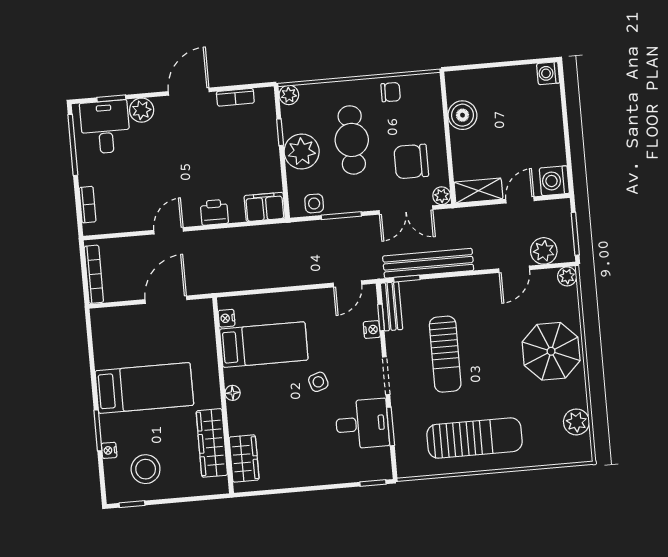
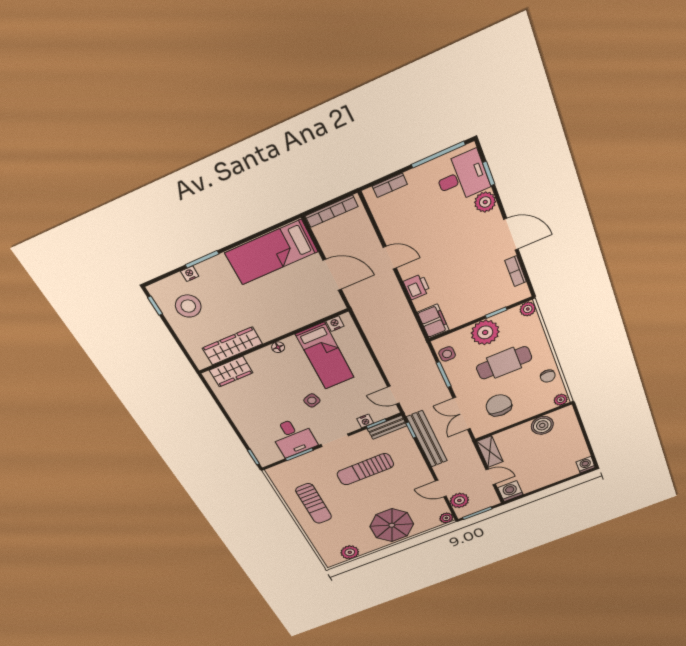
plant: (442, 196) -> (561, 400), moved
bed: (144, 388) -> (272, 252), moved, turned 90
sun lounger: (474, 438) -> (314, 504), width x0.73, depth x0.75

